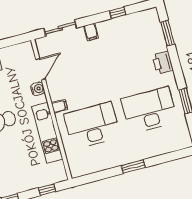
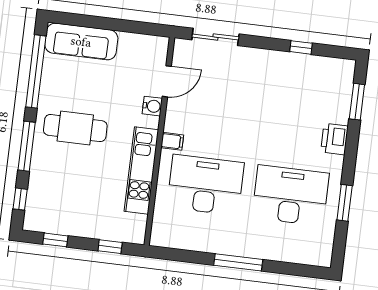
filing cabinet: (91, 32) -> (255, 59), removed
window: (133, 167) -> (238, 262), width x1.44

